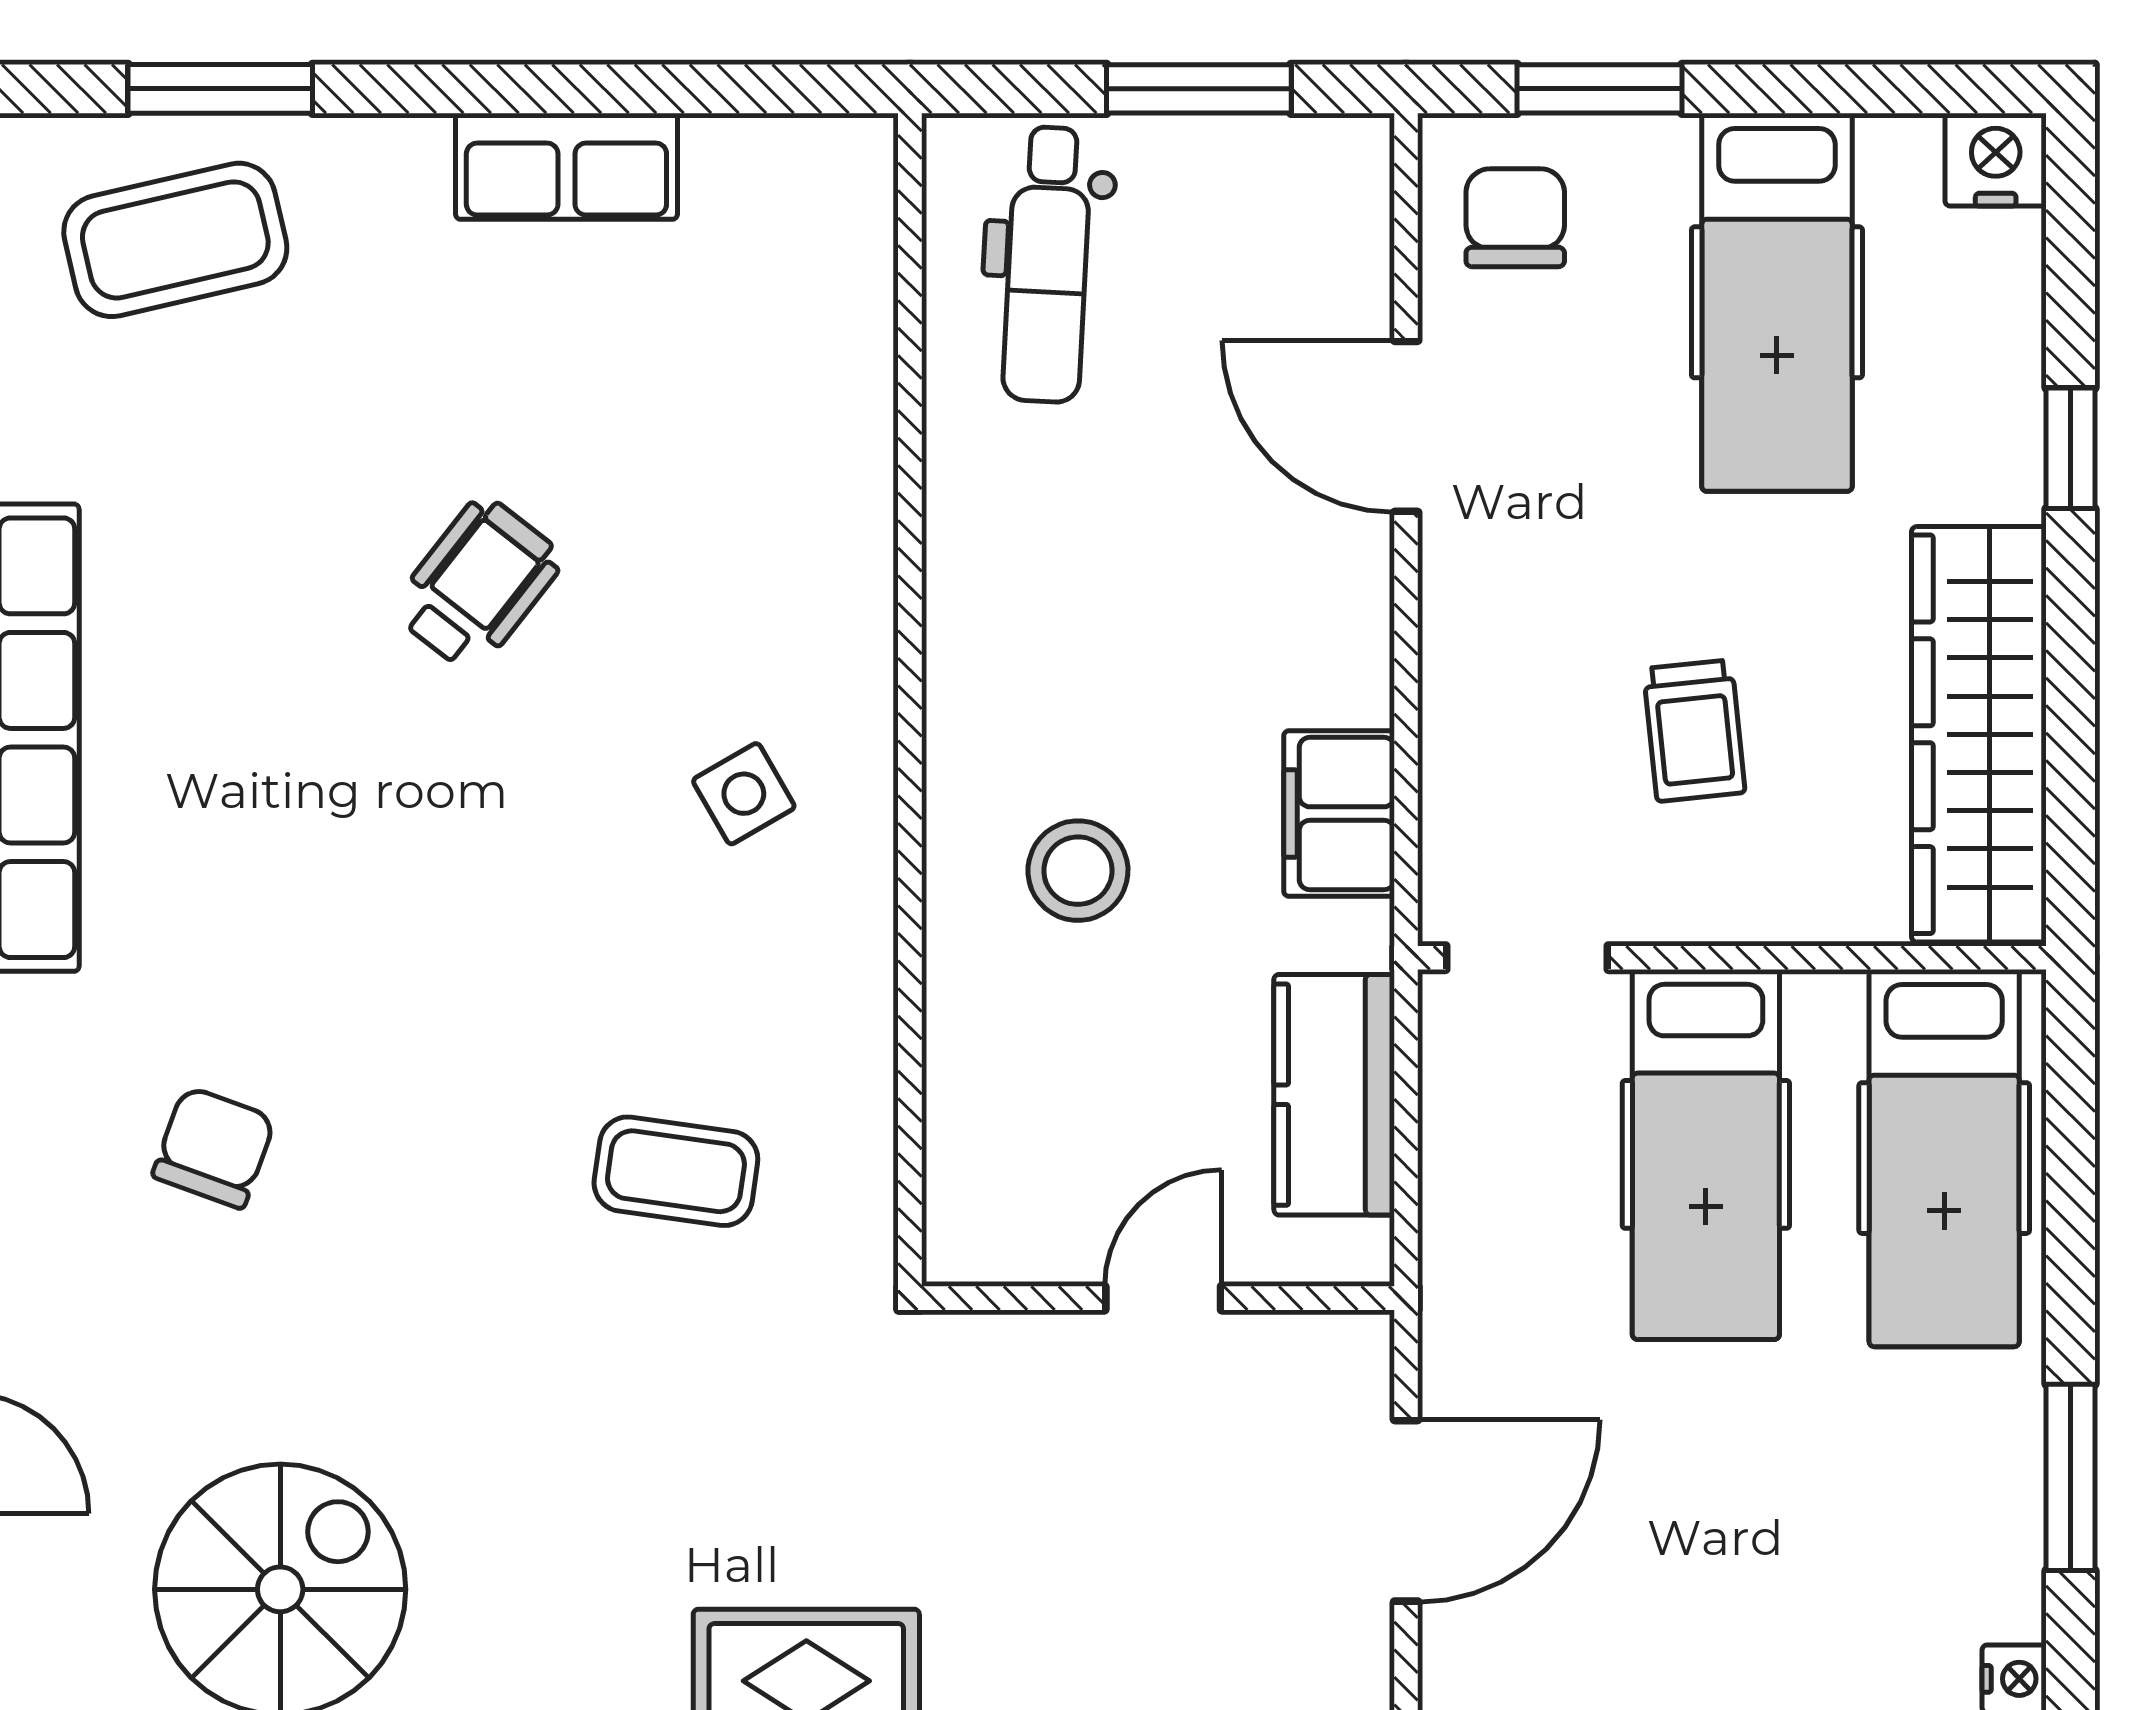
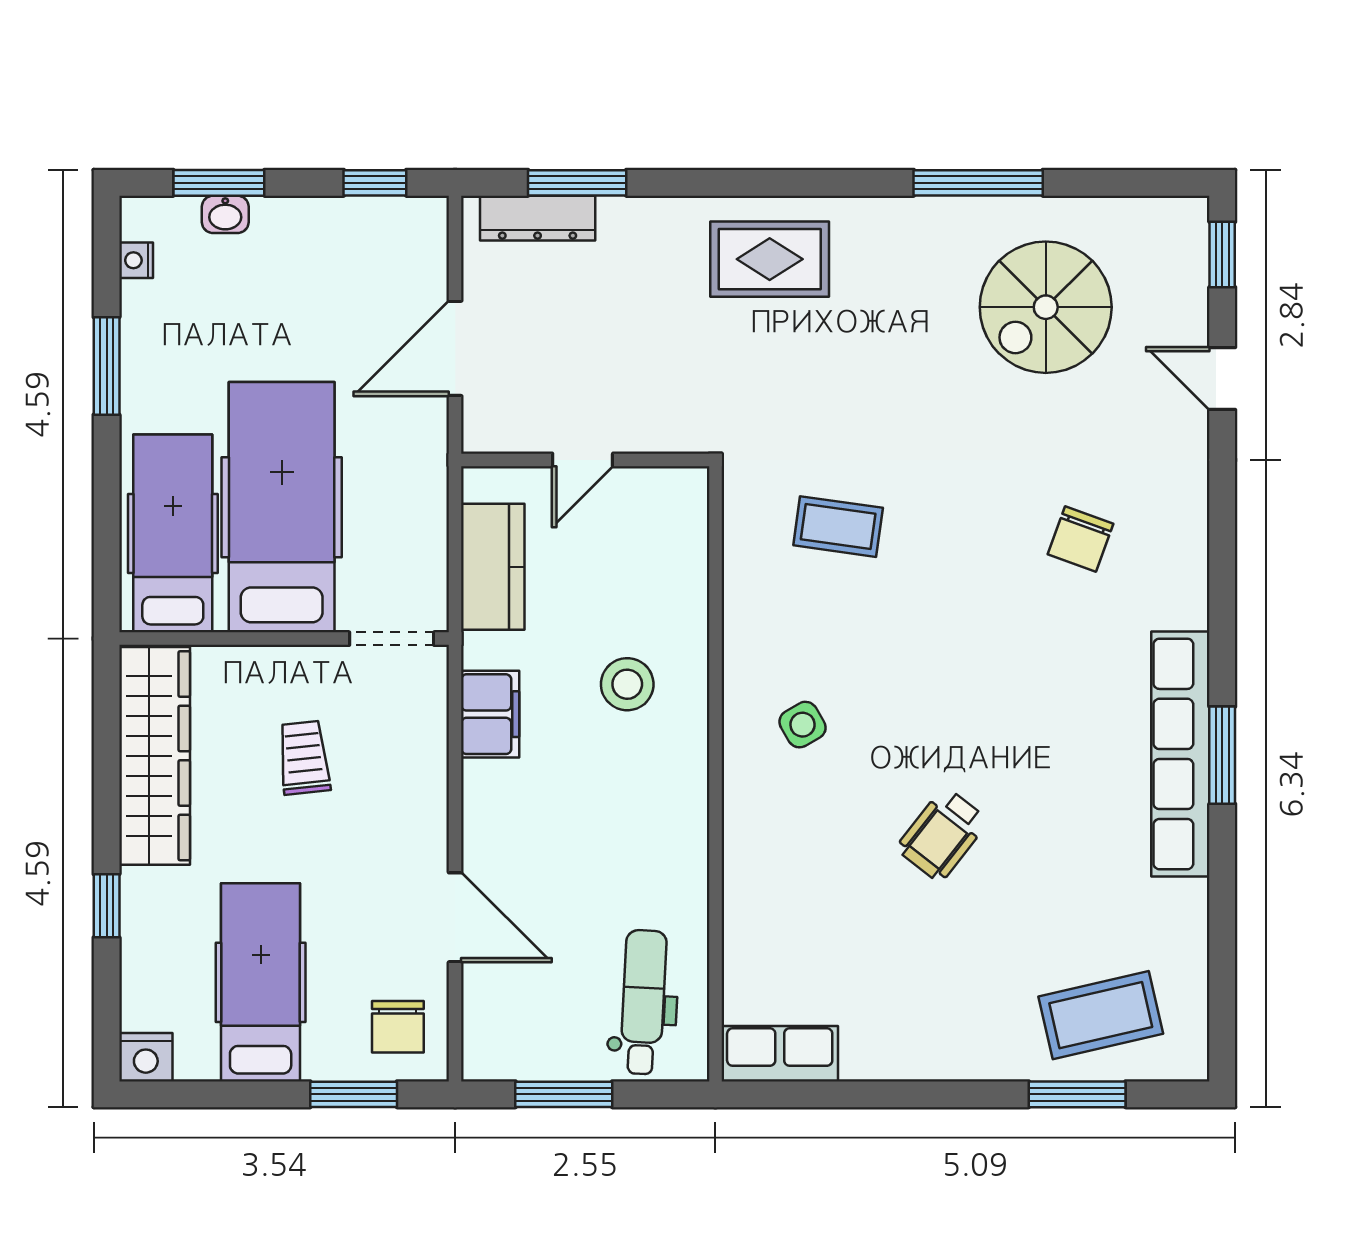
row of seats: (566, 166) -> (780, 1054), moved
hospital bed: (1706, 1154) -> (282, 507), width x1.37, depth x1.29

